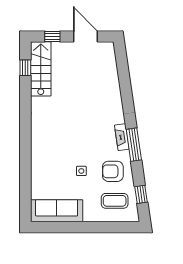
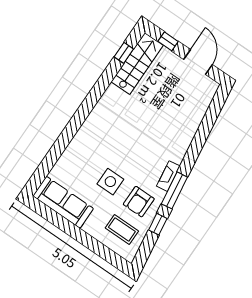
side table: (81, 171) -> (110, 182), width x1.87, depth x1.87
armchair: (113, 171) -> (139, 202), turned -90
window: (141, 194) -> (158, 224), moved

